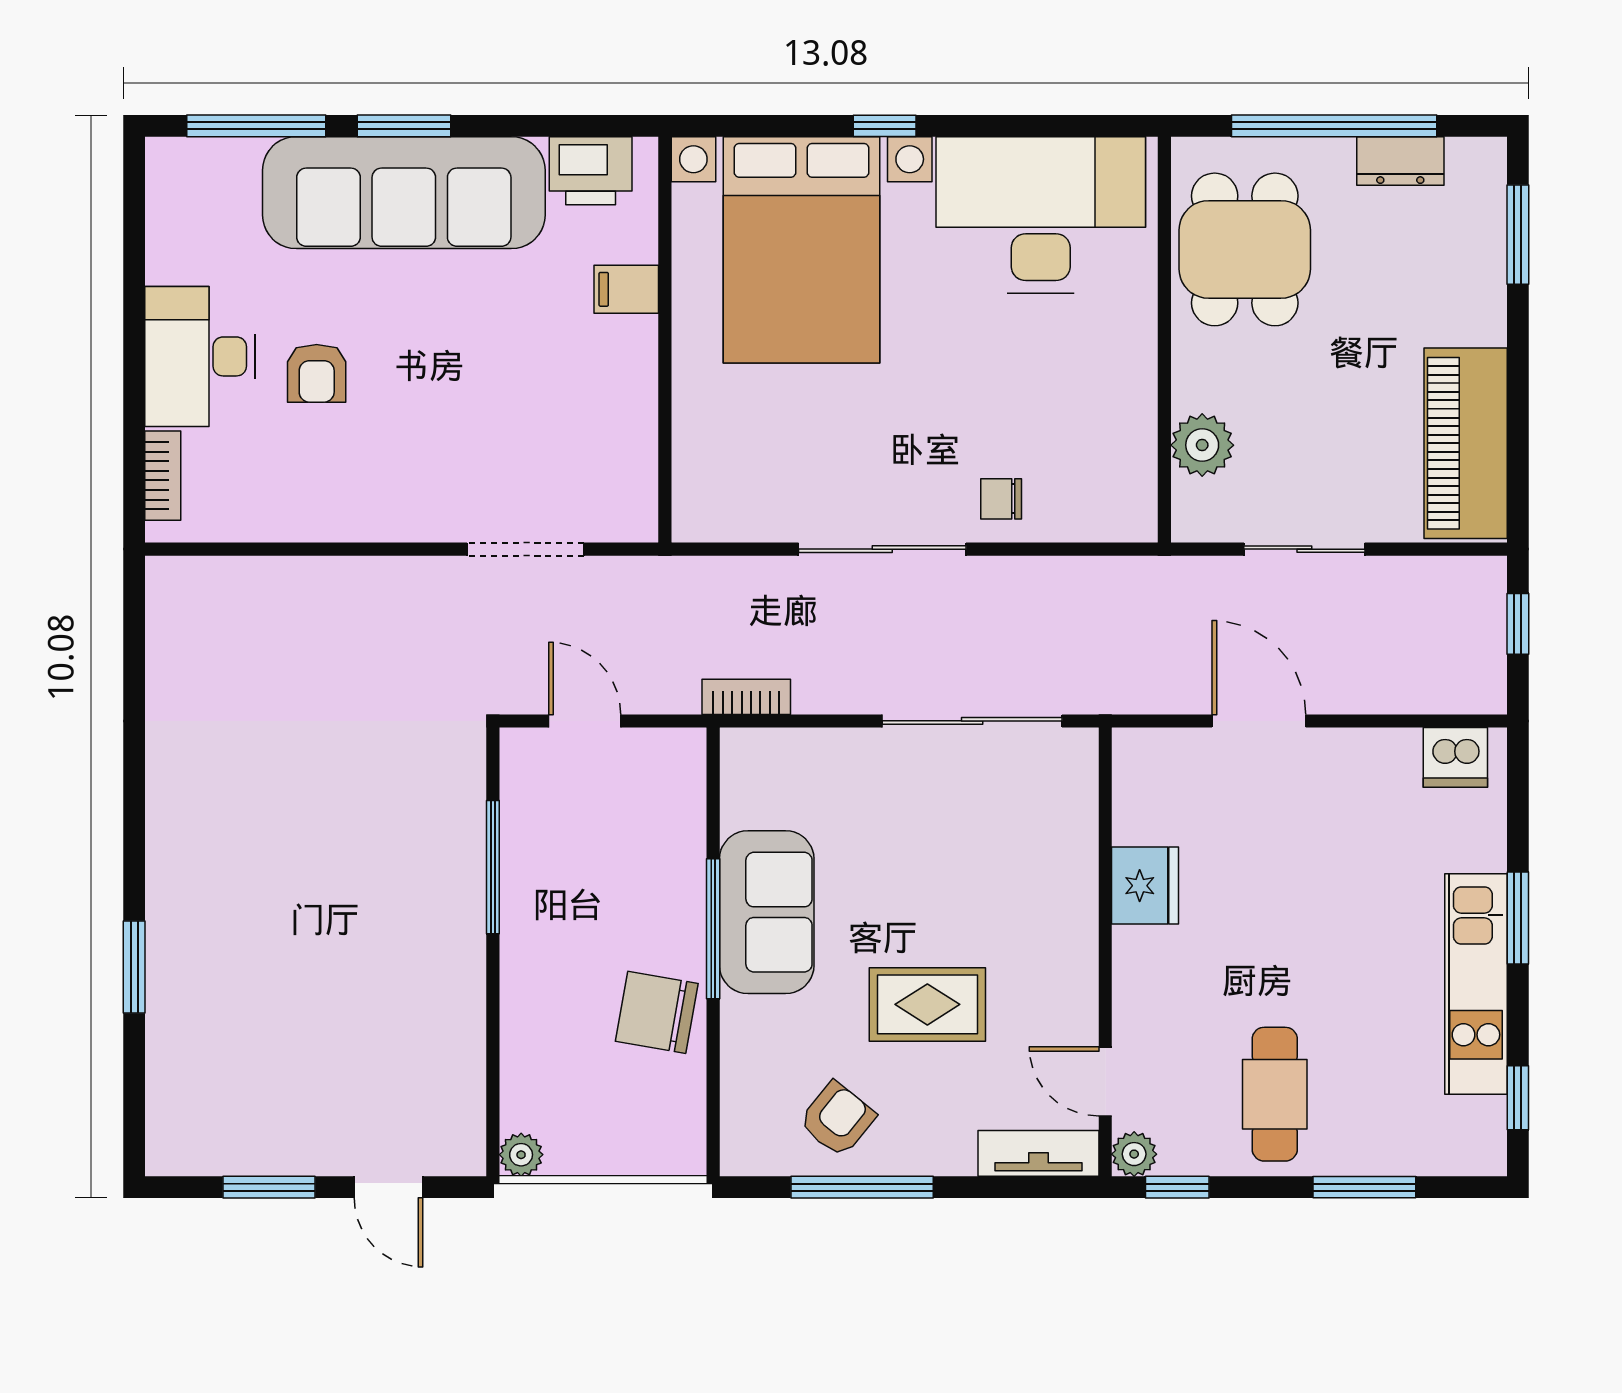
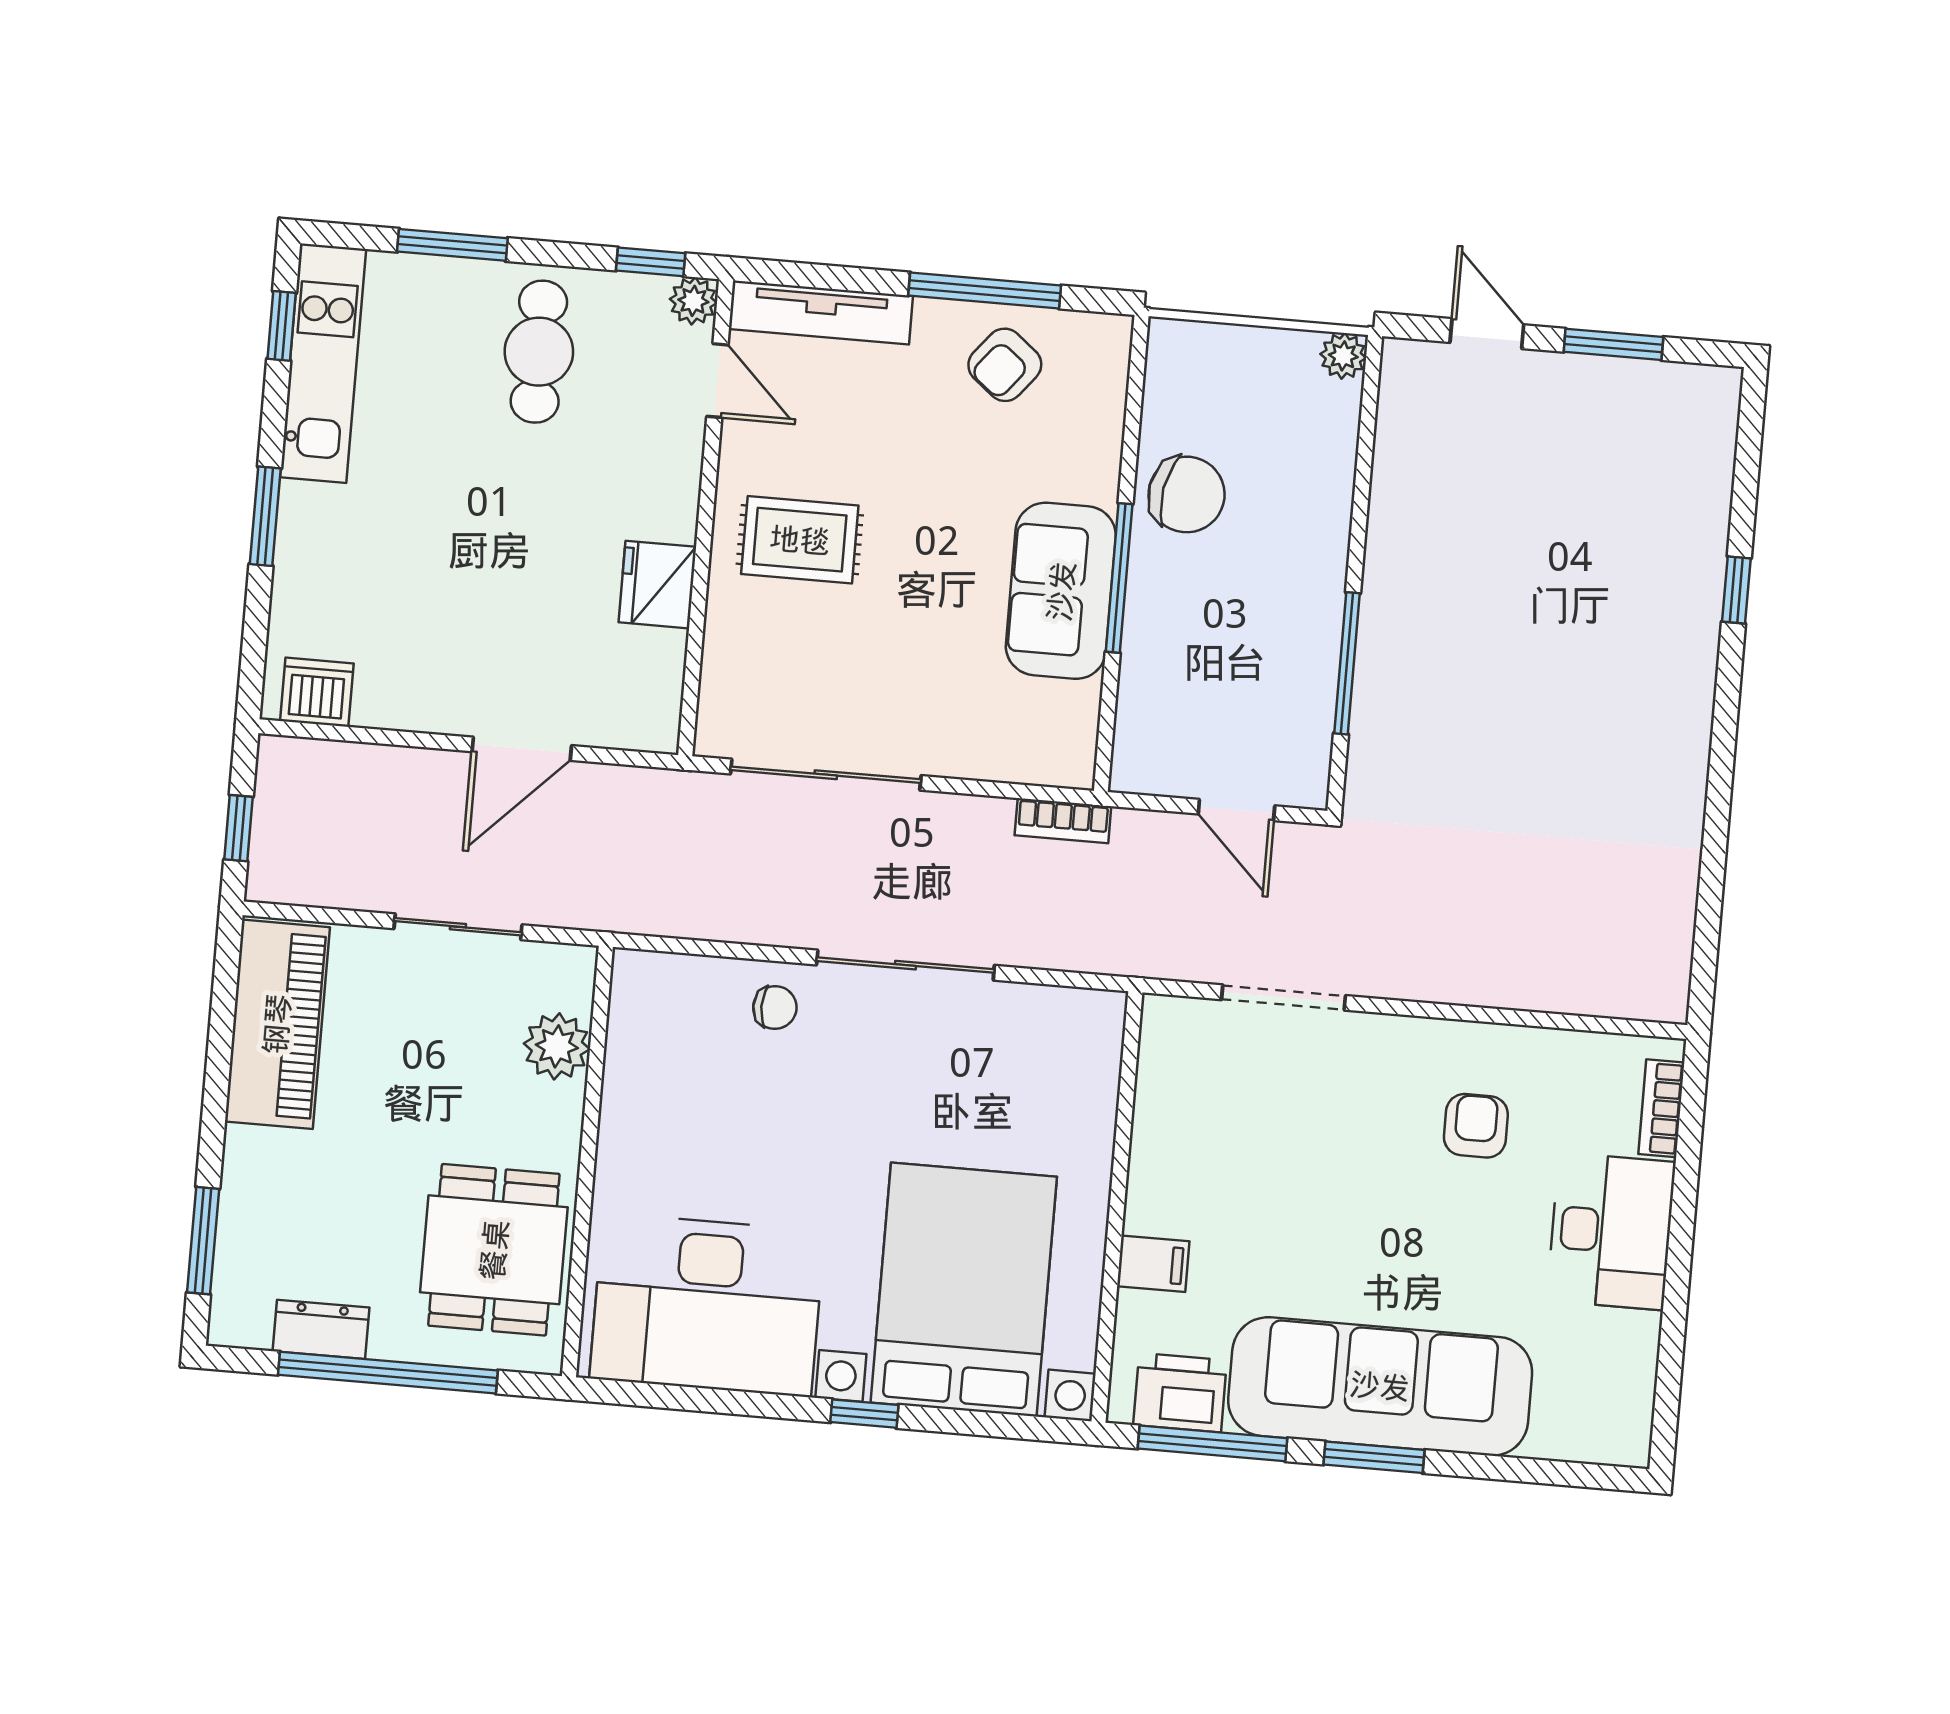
window: (256, 126) -> (1213, 1443), moved
armchair: (317, 373) -> (1476, 1126), moved
door: (1259, 721) -> (522, 749), hinge flipped
window: (134, 967) -> (1736, 590), width x0.67
kitchen unit: (1476, 984) -> (323, 363), moved
rug: (927, 1004) -> (800, 540), moved
tv unit: (1039, 1153) -> (821, 313), width x1.41

